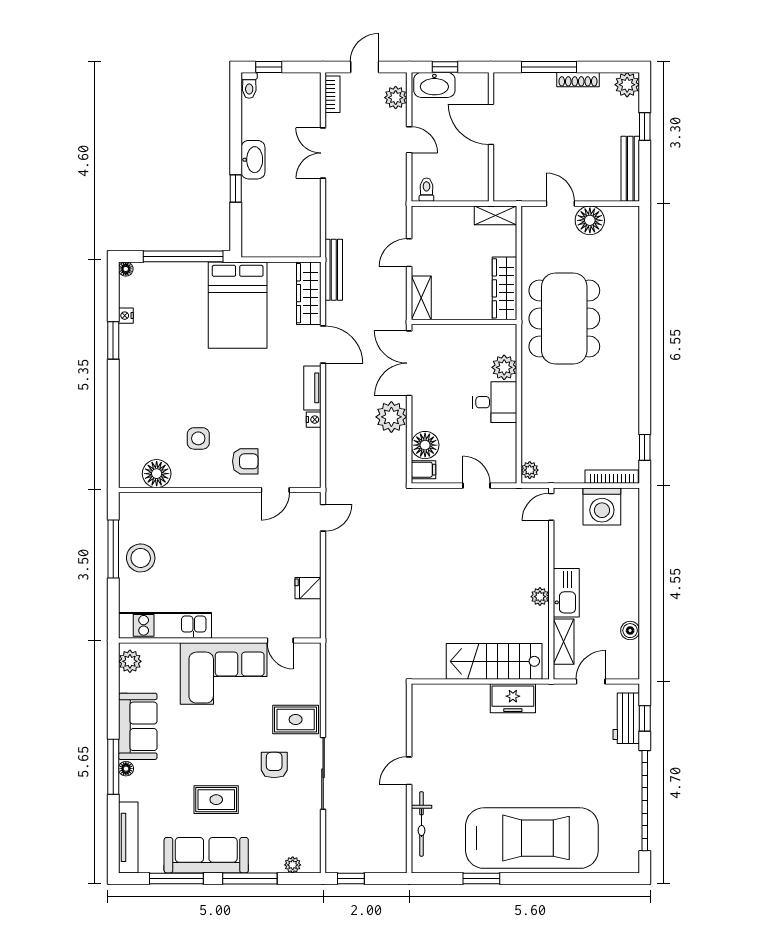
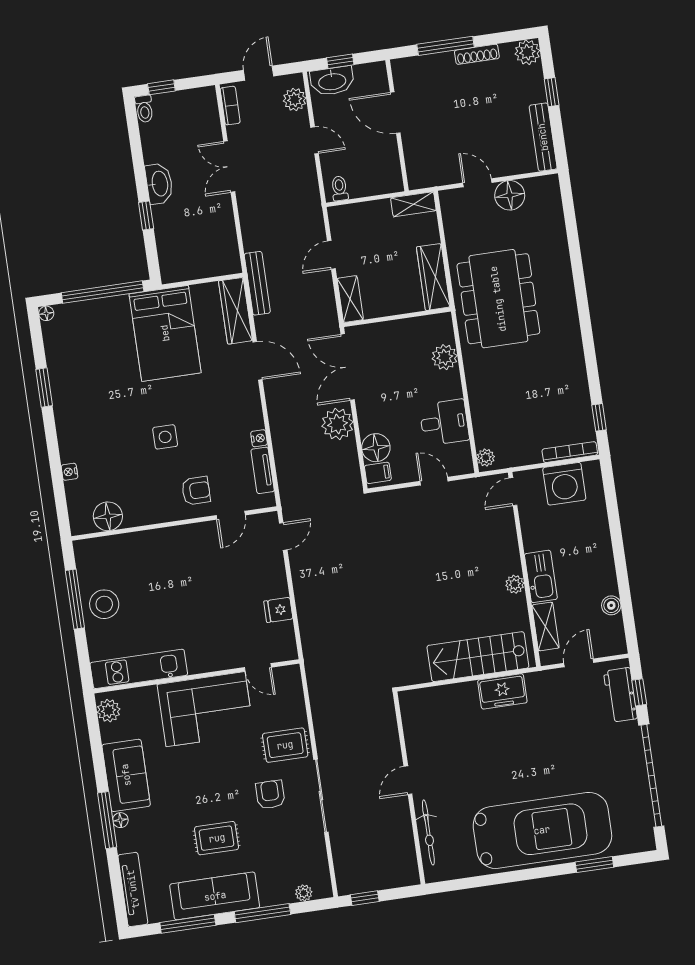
nightstand: (126, 316) -> (69, 472), moved
tv unit: (312, 388) -> (263, 470), moved
desk: (495, 402) -> (444, 422), moved
side table: (198, 438) -> (165, 437), moved
window: (481, 878) -> (594, 865), moved

